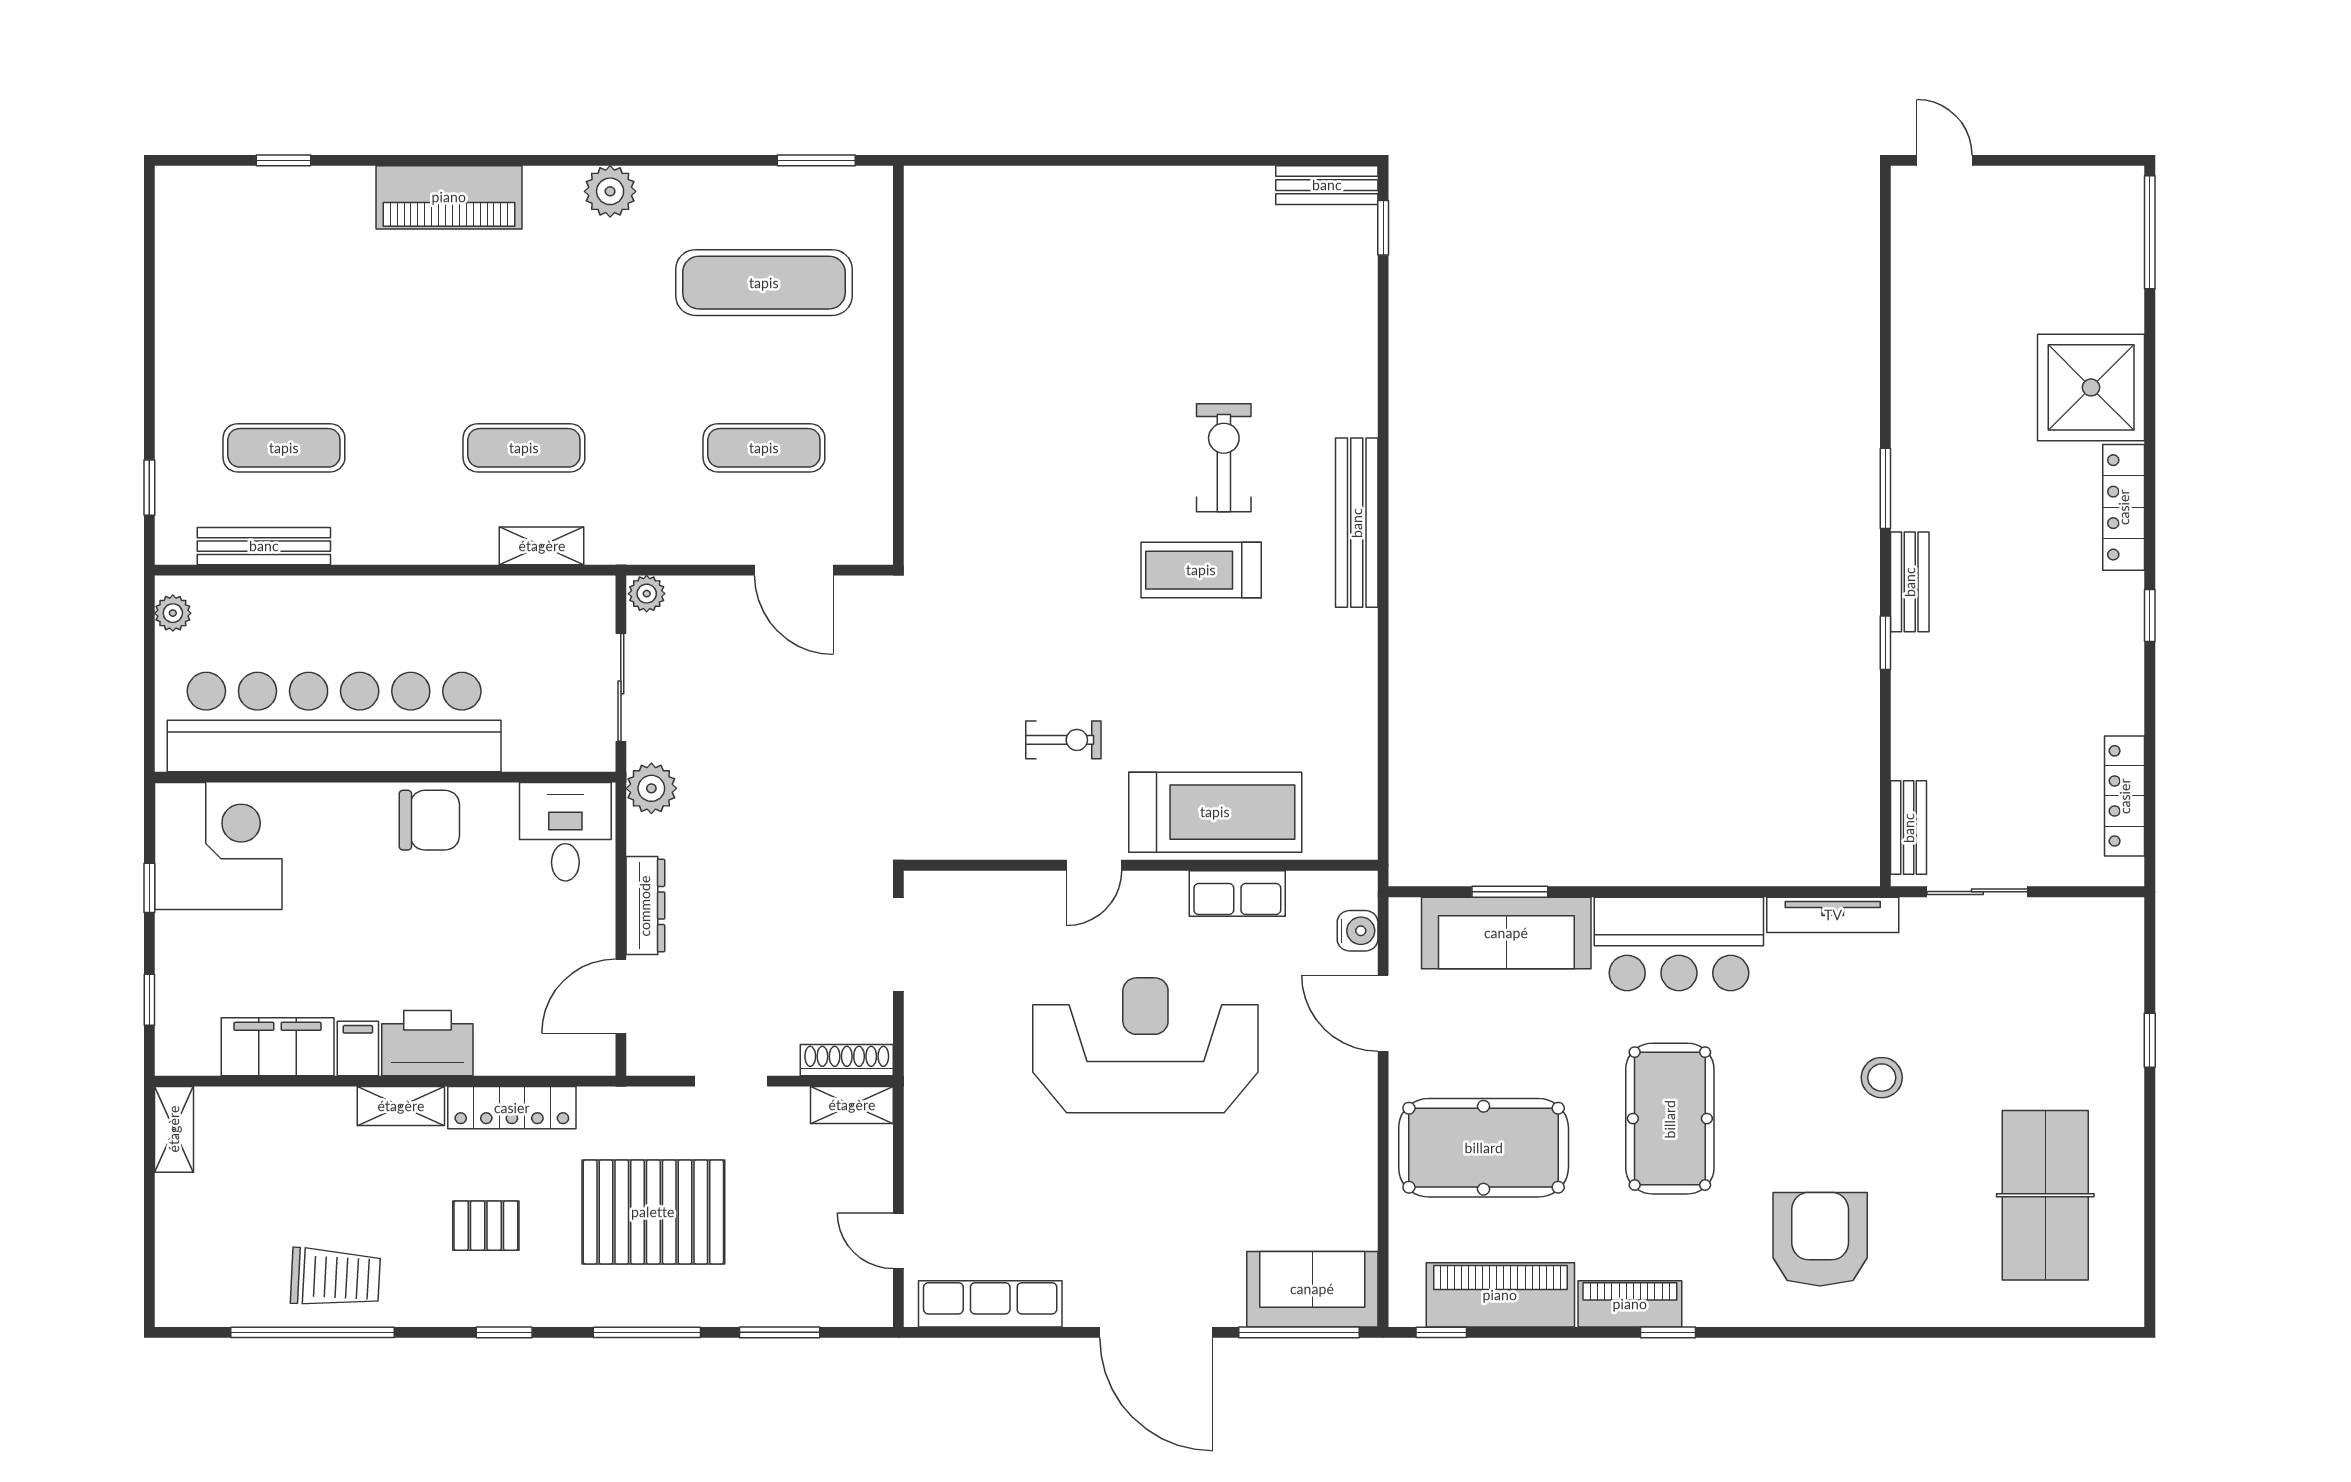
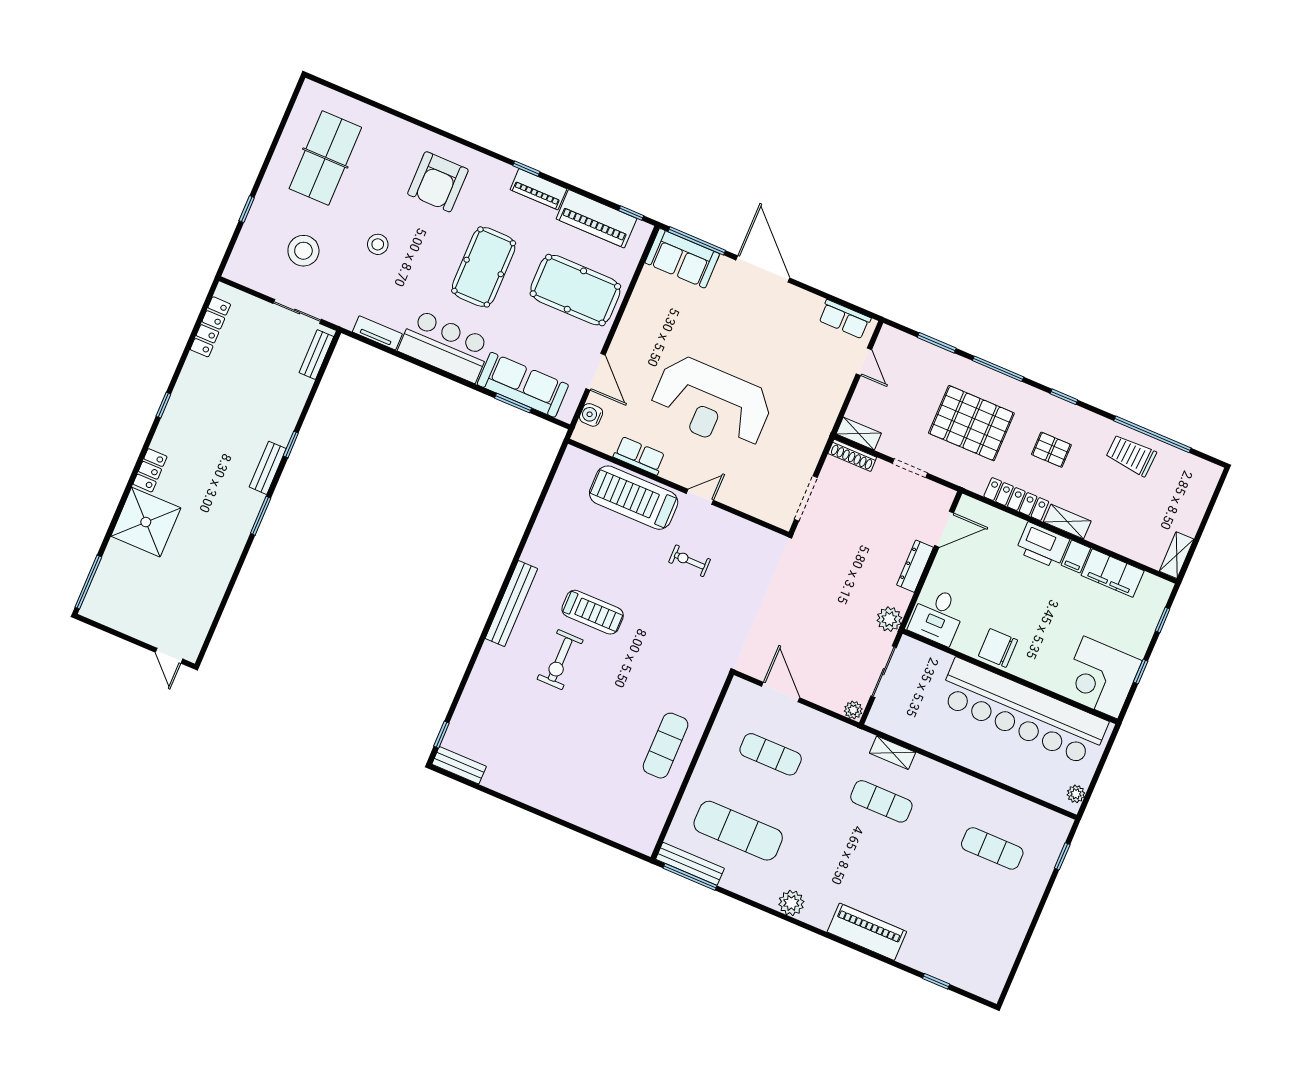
window: (816, 160) -> (690, 877), width x1.44
exercise mat: (963, 382) -> (666, 746), added
locker: (2124, 507) -> (150, 470), width x0.66
bench: (264, 546) -> (690, 864), moved
tv unit: (1833, 915) -> (377, 333), width x0.71
stool: (2013, 1008) -> (303, 251), added
row of seats: (990, 1304) -> (845, 319), width x0.68

